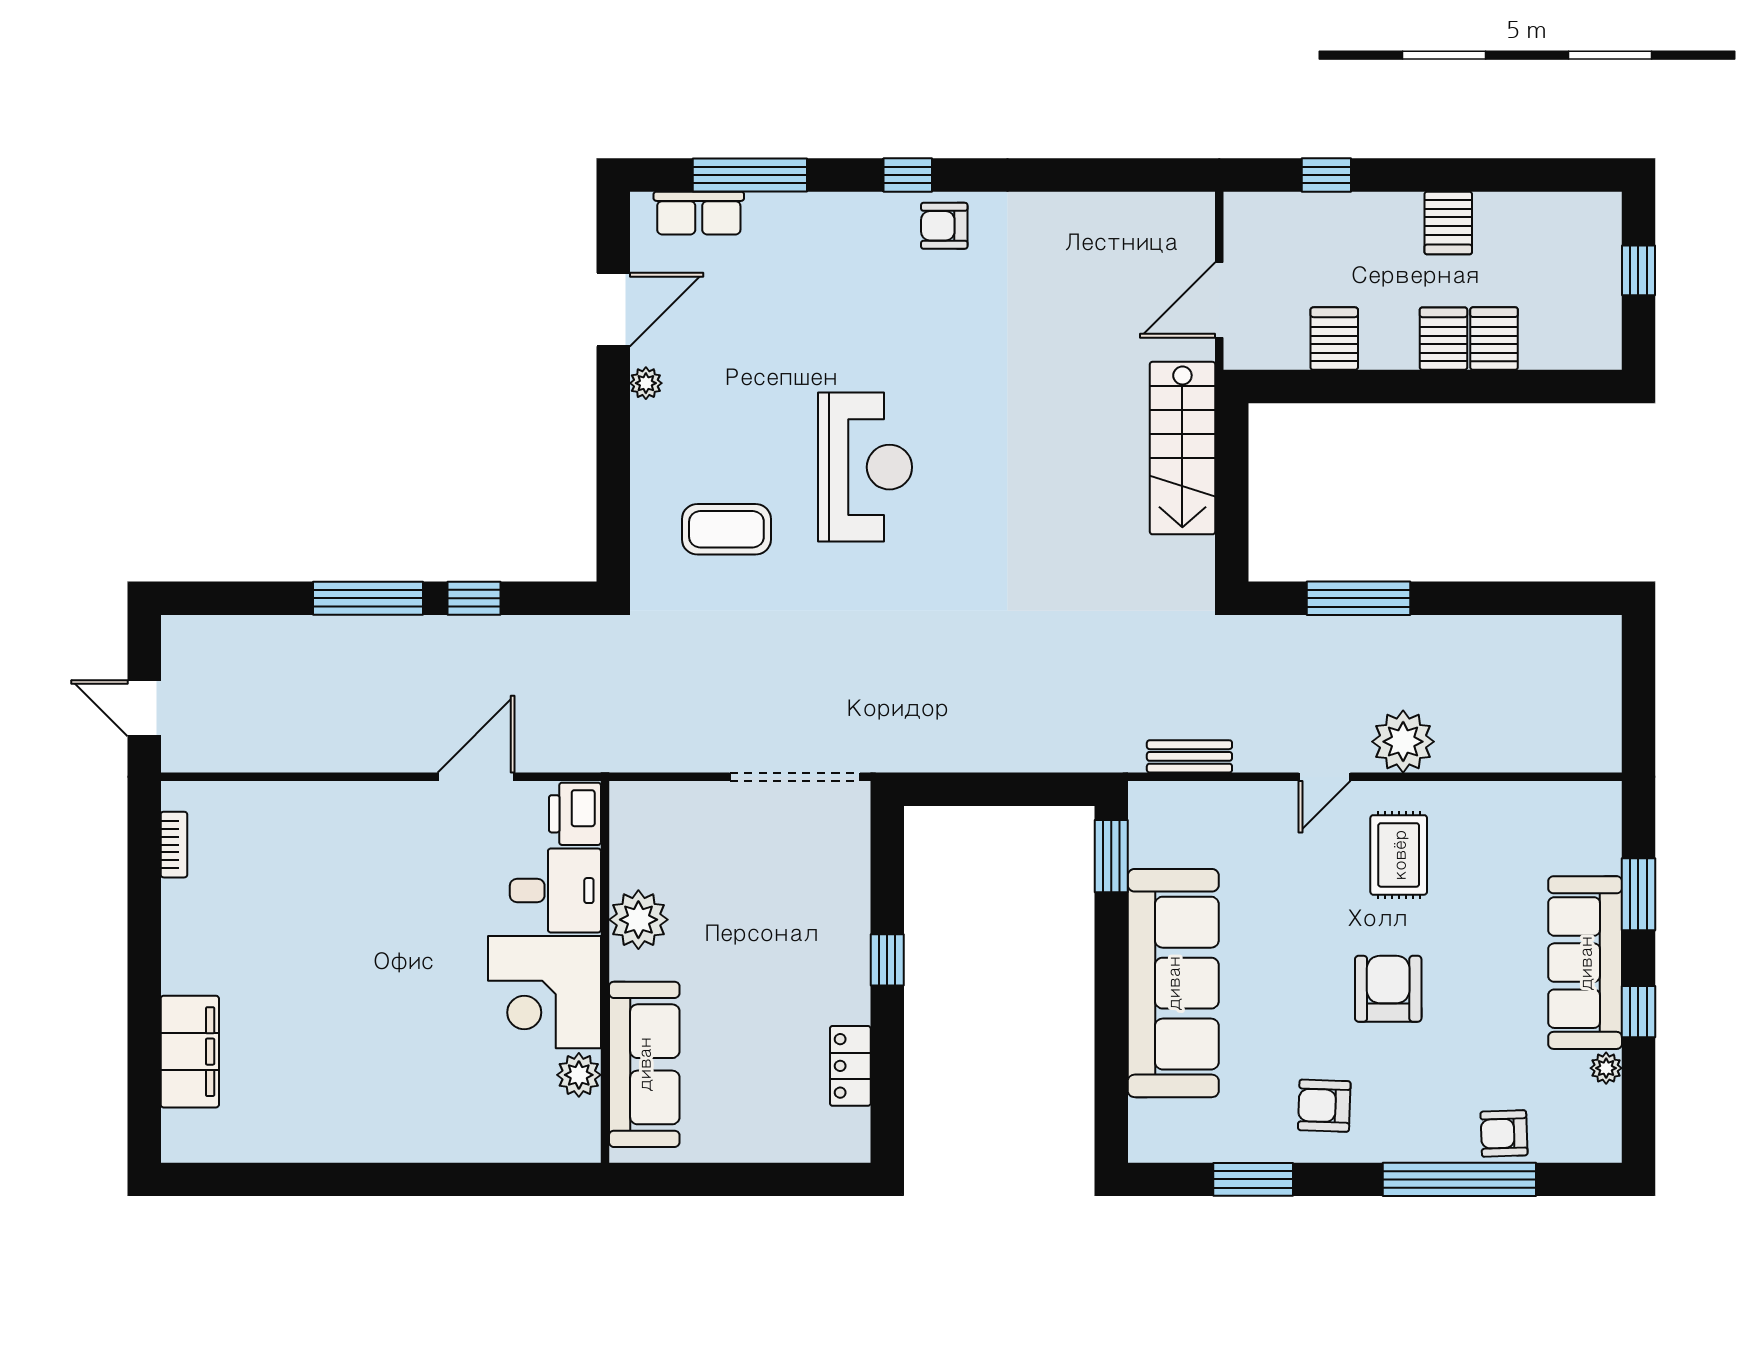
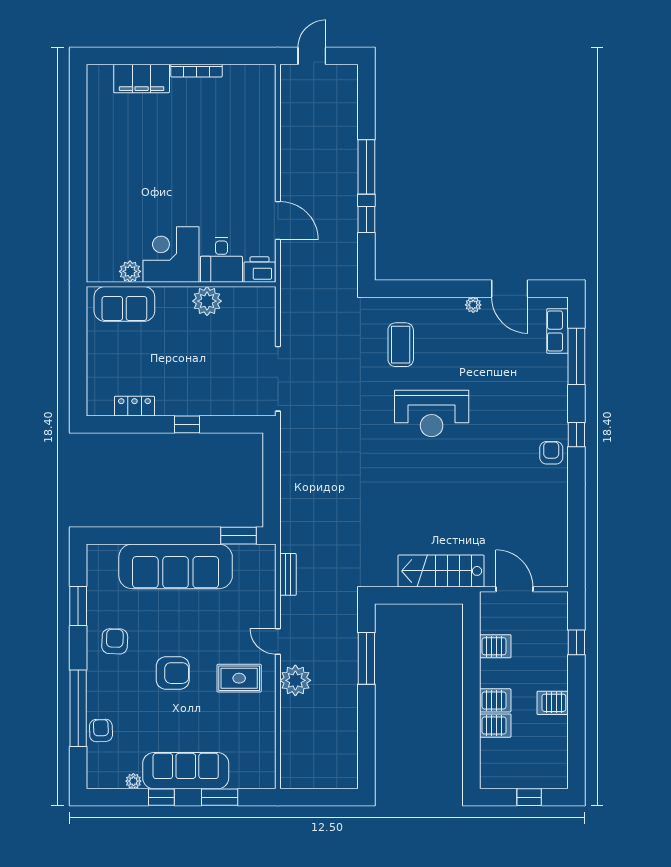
bookcase: (174, 845) -> (196, 71), moved, width x1.56
sofa: (644, 1064) -> (124, 304), width x0.73

